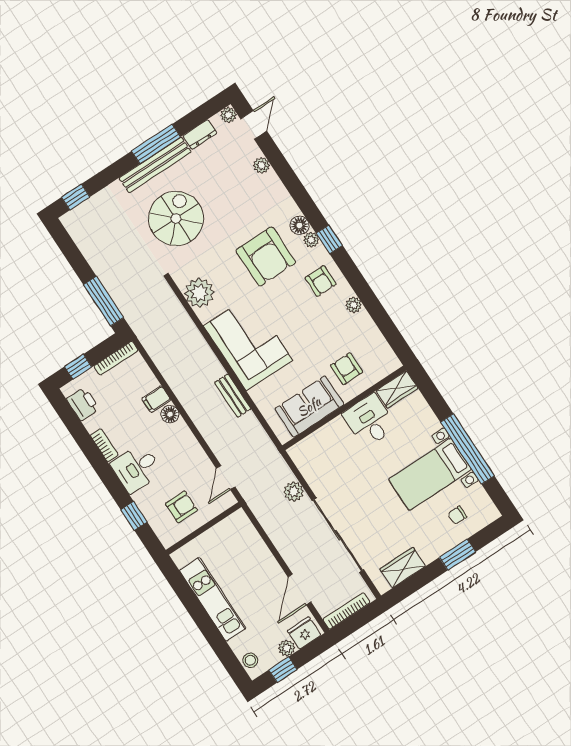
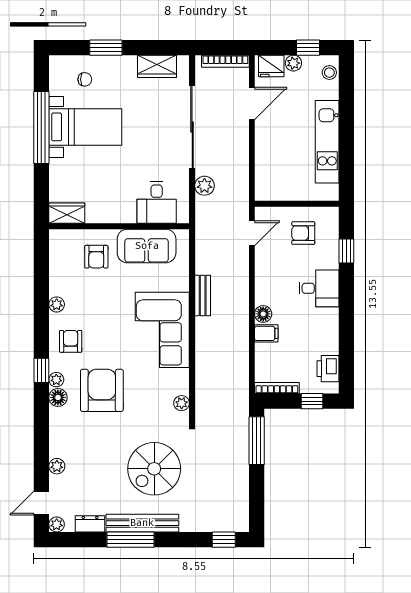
plant: (199, 293) -> (182, 403), width x0.53, depth x0.53
desk: (370, 421) -> (157, 202), moved
bookcase: (104, 445) -> (333, 324), removed

